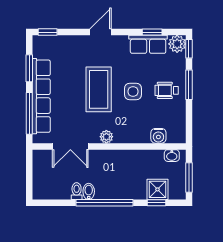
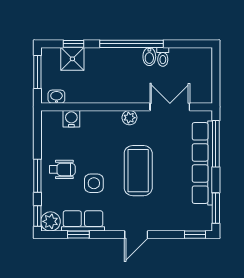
window: (29, 68) -> (216, 208), moved
side table: (133, 92) -> (94, 183), moved

